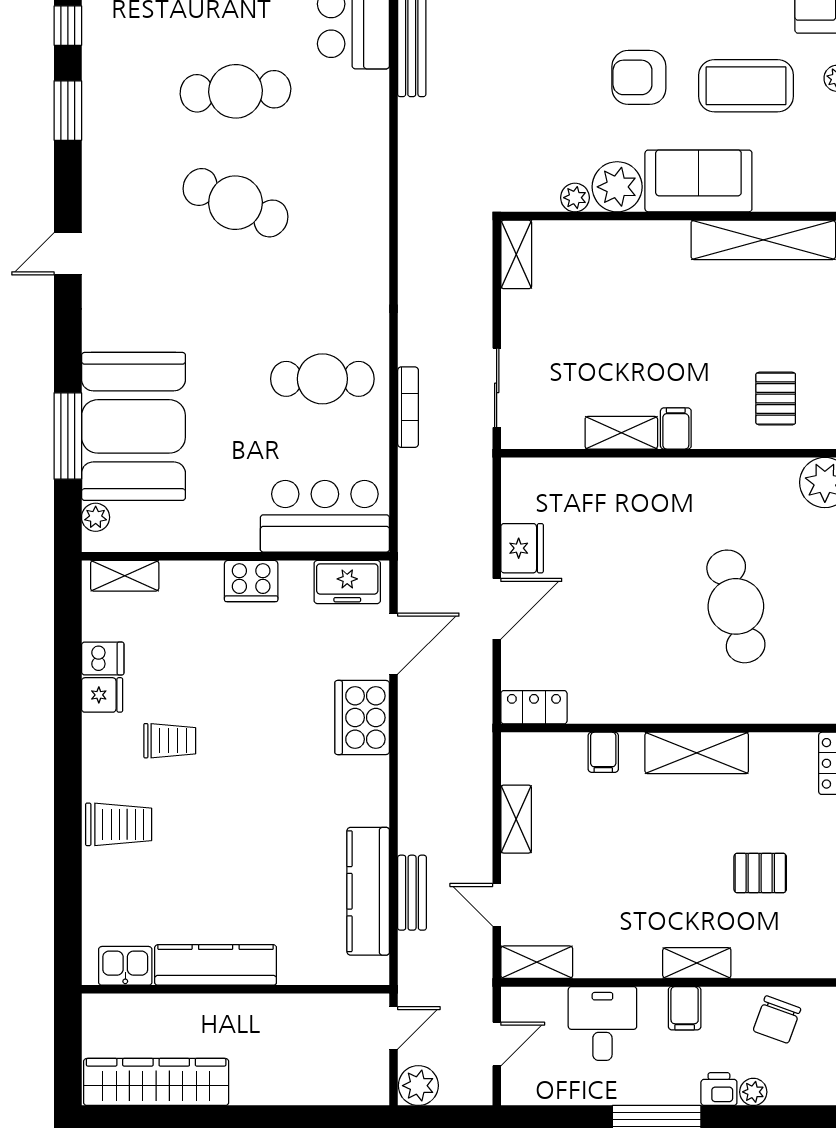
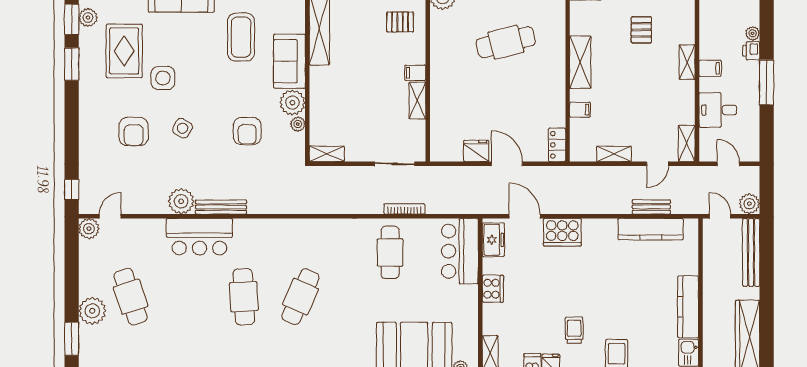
armchair: (639, 77) -> (247, 131), moved
chair: (777, 1020) -> (716, 21), removed
bench: (322, 1089) -> (751, 252), added

